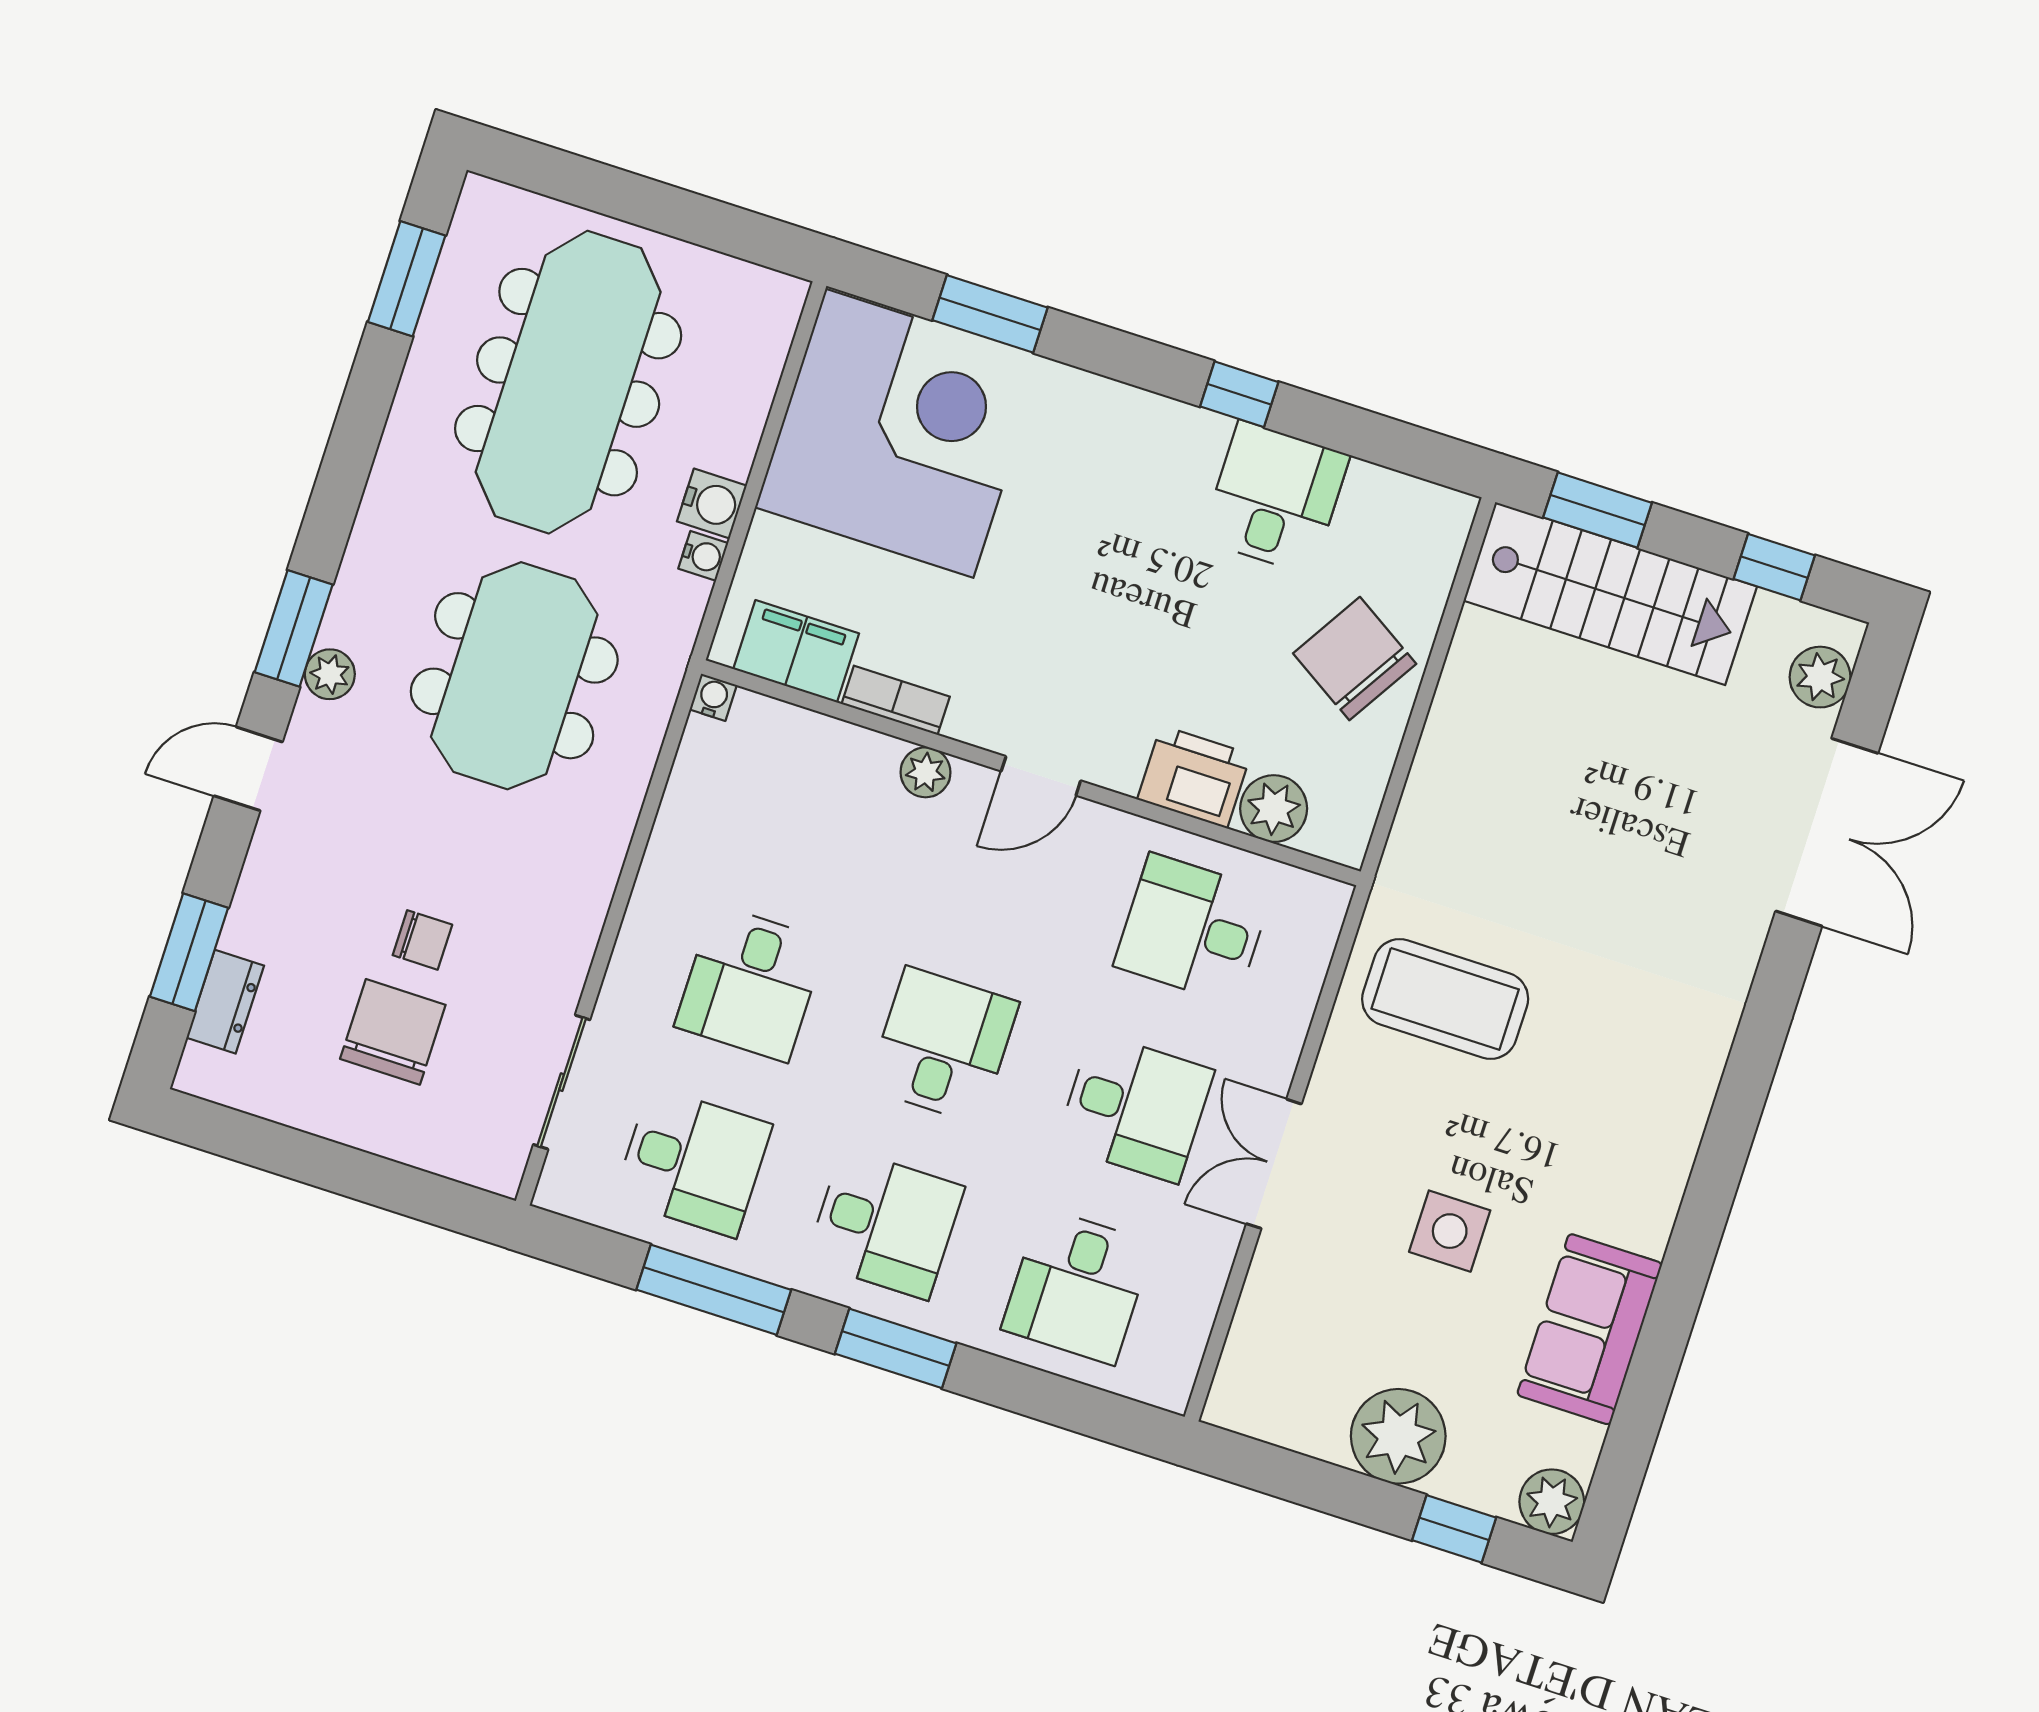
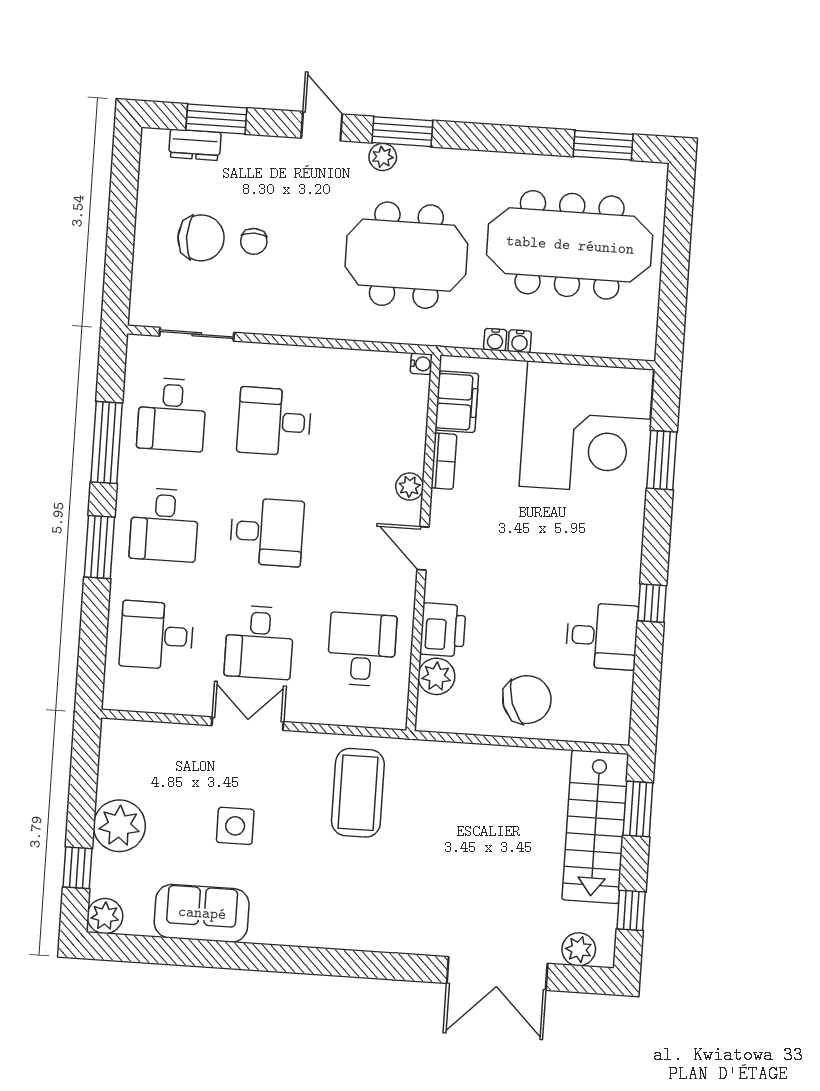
water cooler: (712, 503) -> (520, 341), width x0.72, depth x0.72
chair: (1355, 659) -> (527, 700), turned 39

